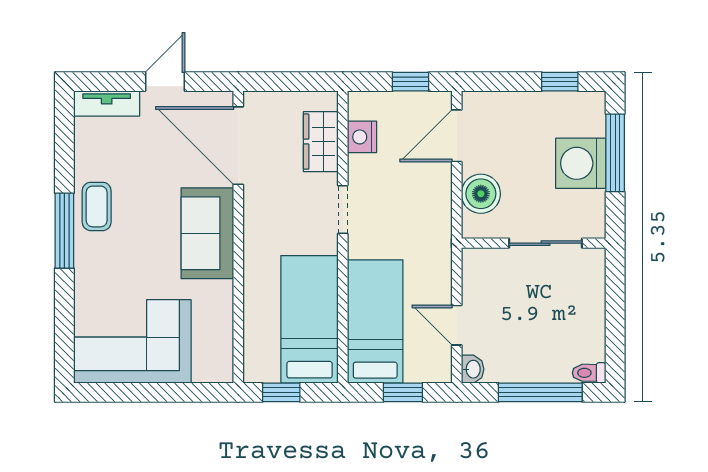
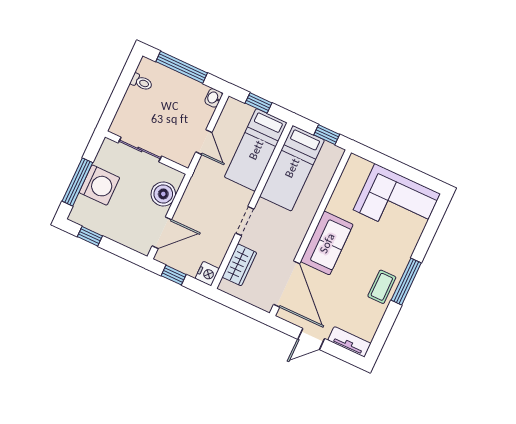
nightstand: (362, 137) -> (207, 274), moved
door: (457, 325) -> (204, 142), moved
toilet: (589, 373) -> (141, 82), moved

